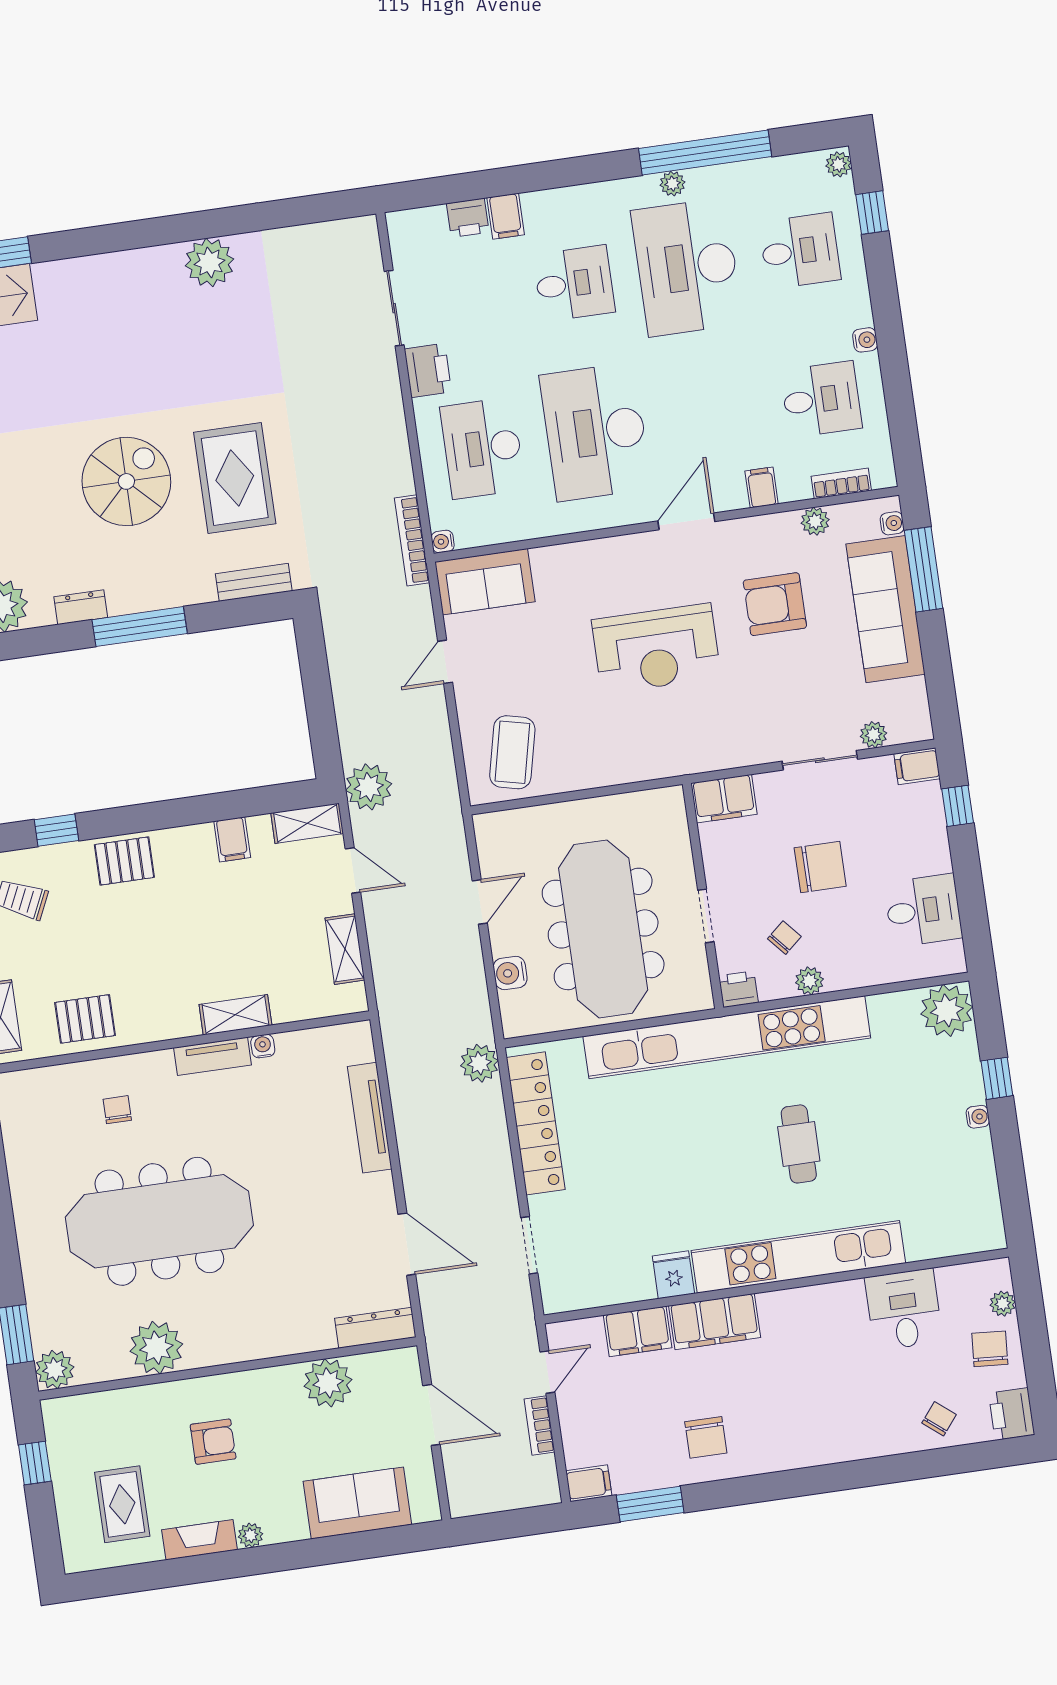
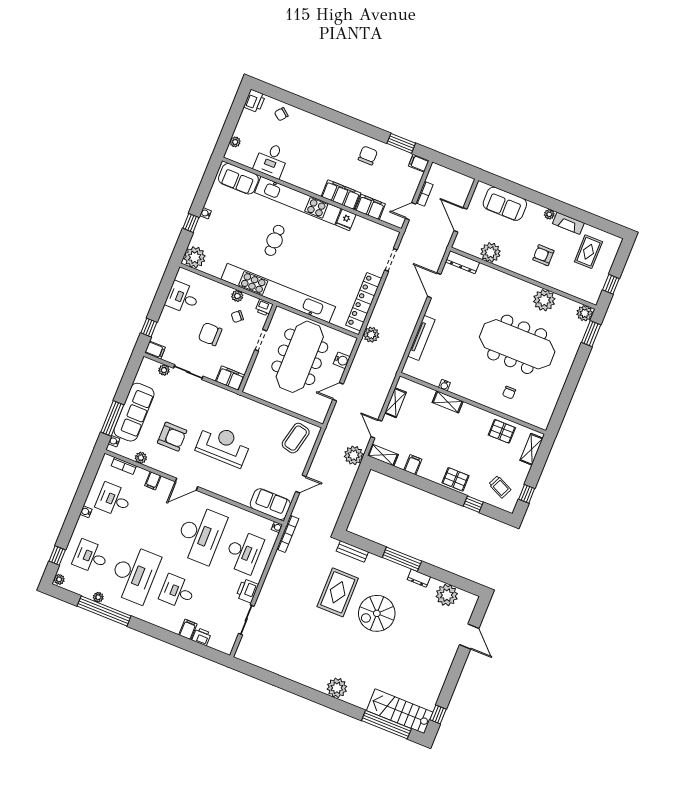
plant: (672, 184) -> (98, 597), moved
plant: (209, 262) -> (337, 688), moved
tv unit: (213, 1056) -> (464, 392), removed
sofa: (950, 1230) -> (238, 179), added
chair: (990, 1349) -> (249, 129), removed

